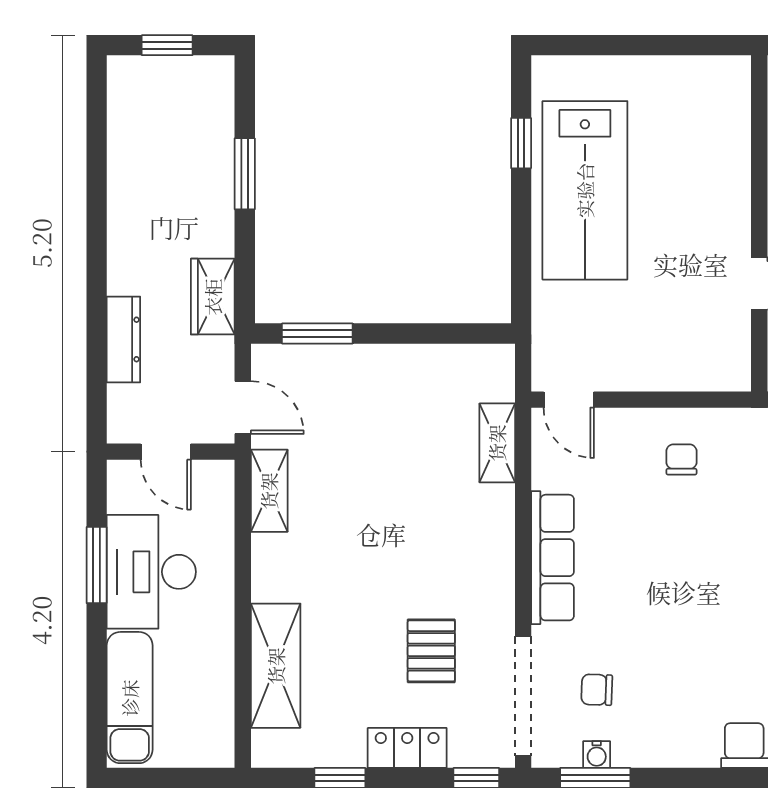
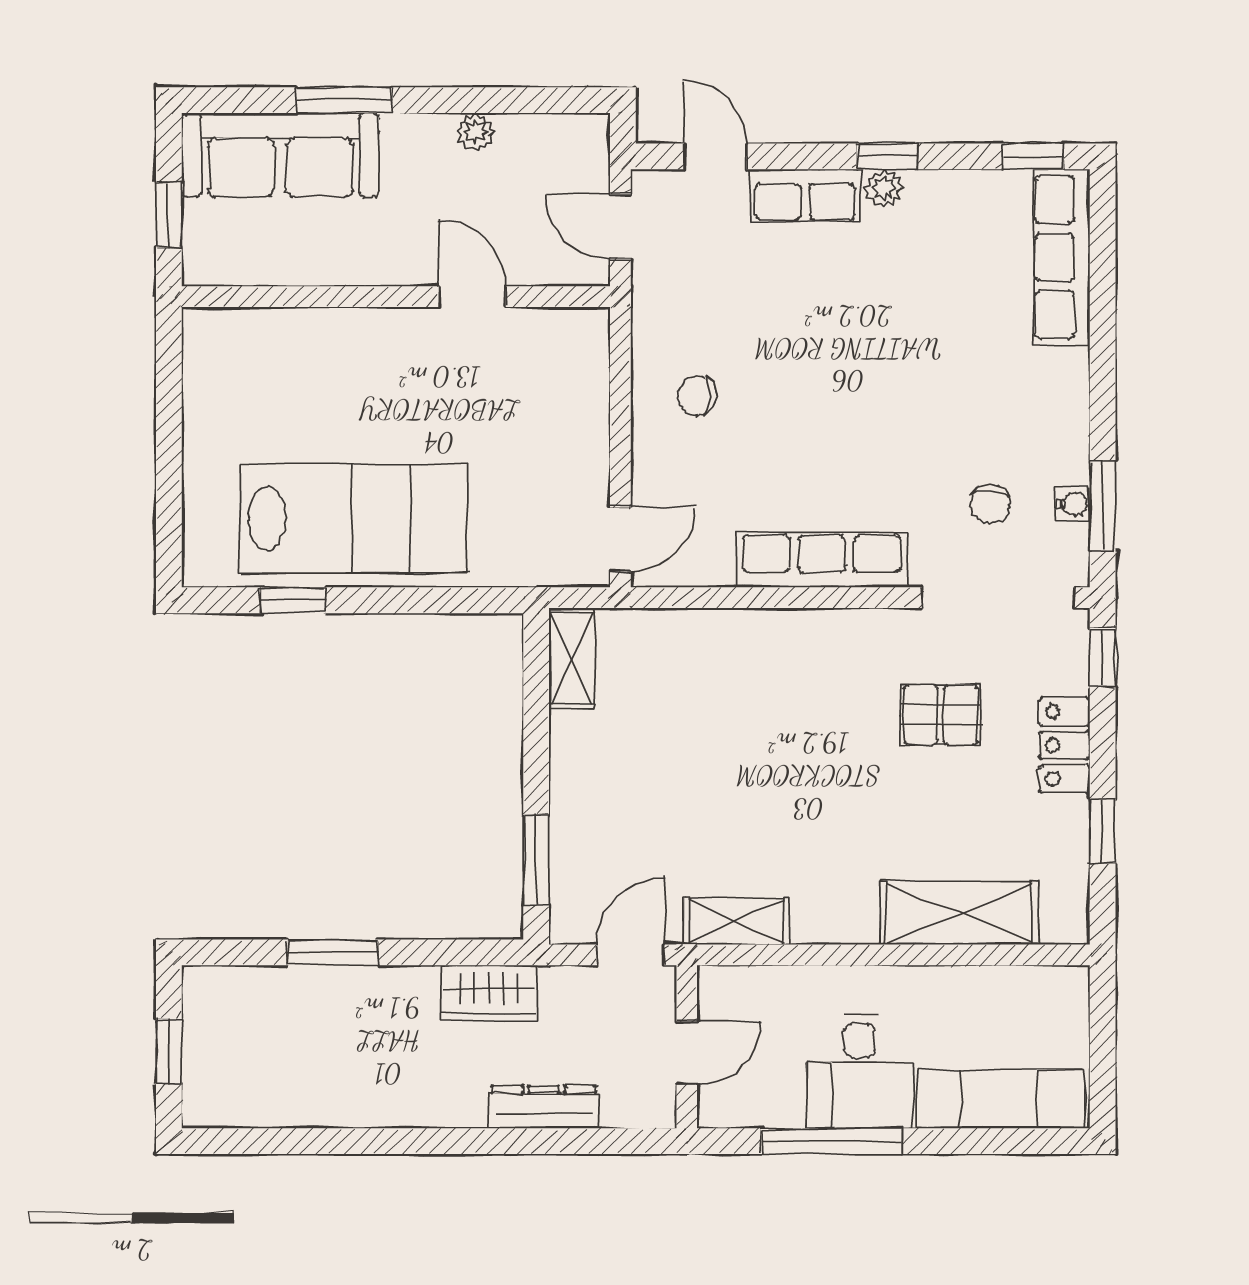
shelving: (497, 443) -> (572, 658), moved, turned 90
window: (97, 565) -> (831, 1141), width x1.44
desk: (151, 572) -> (860, 1071), width x0.73

